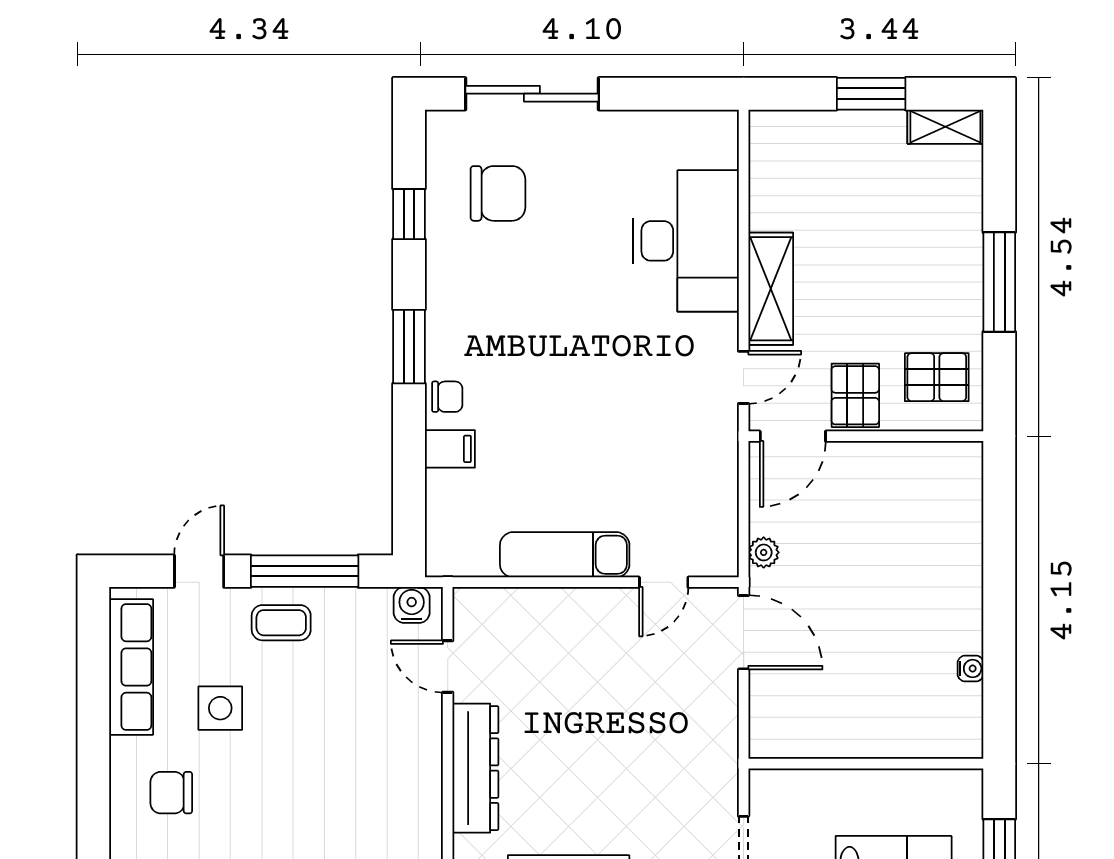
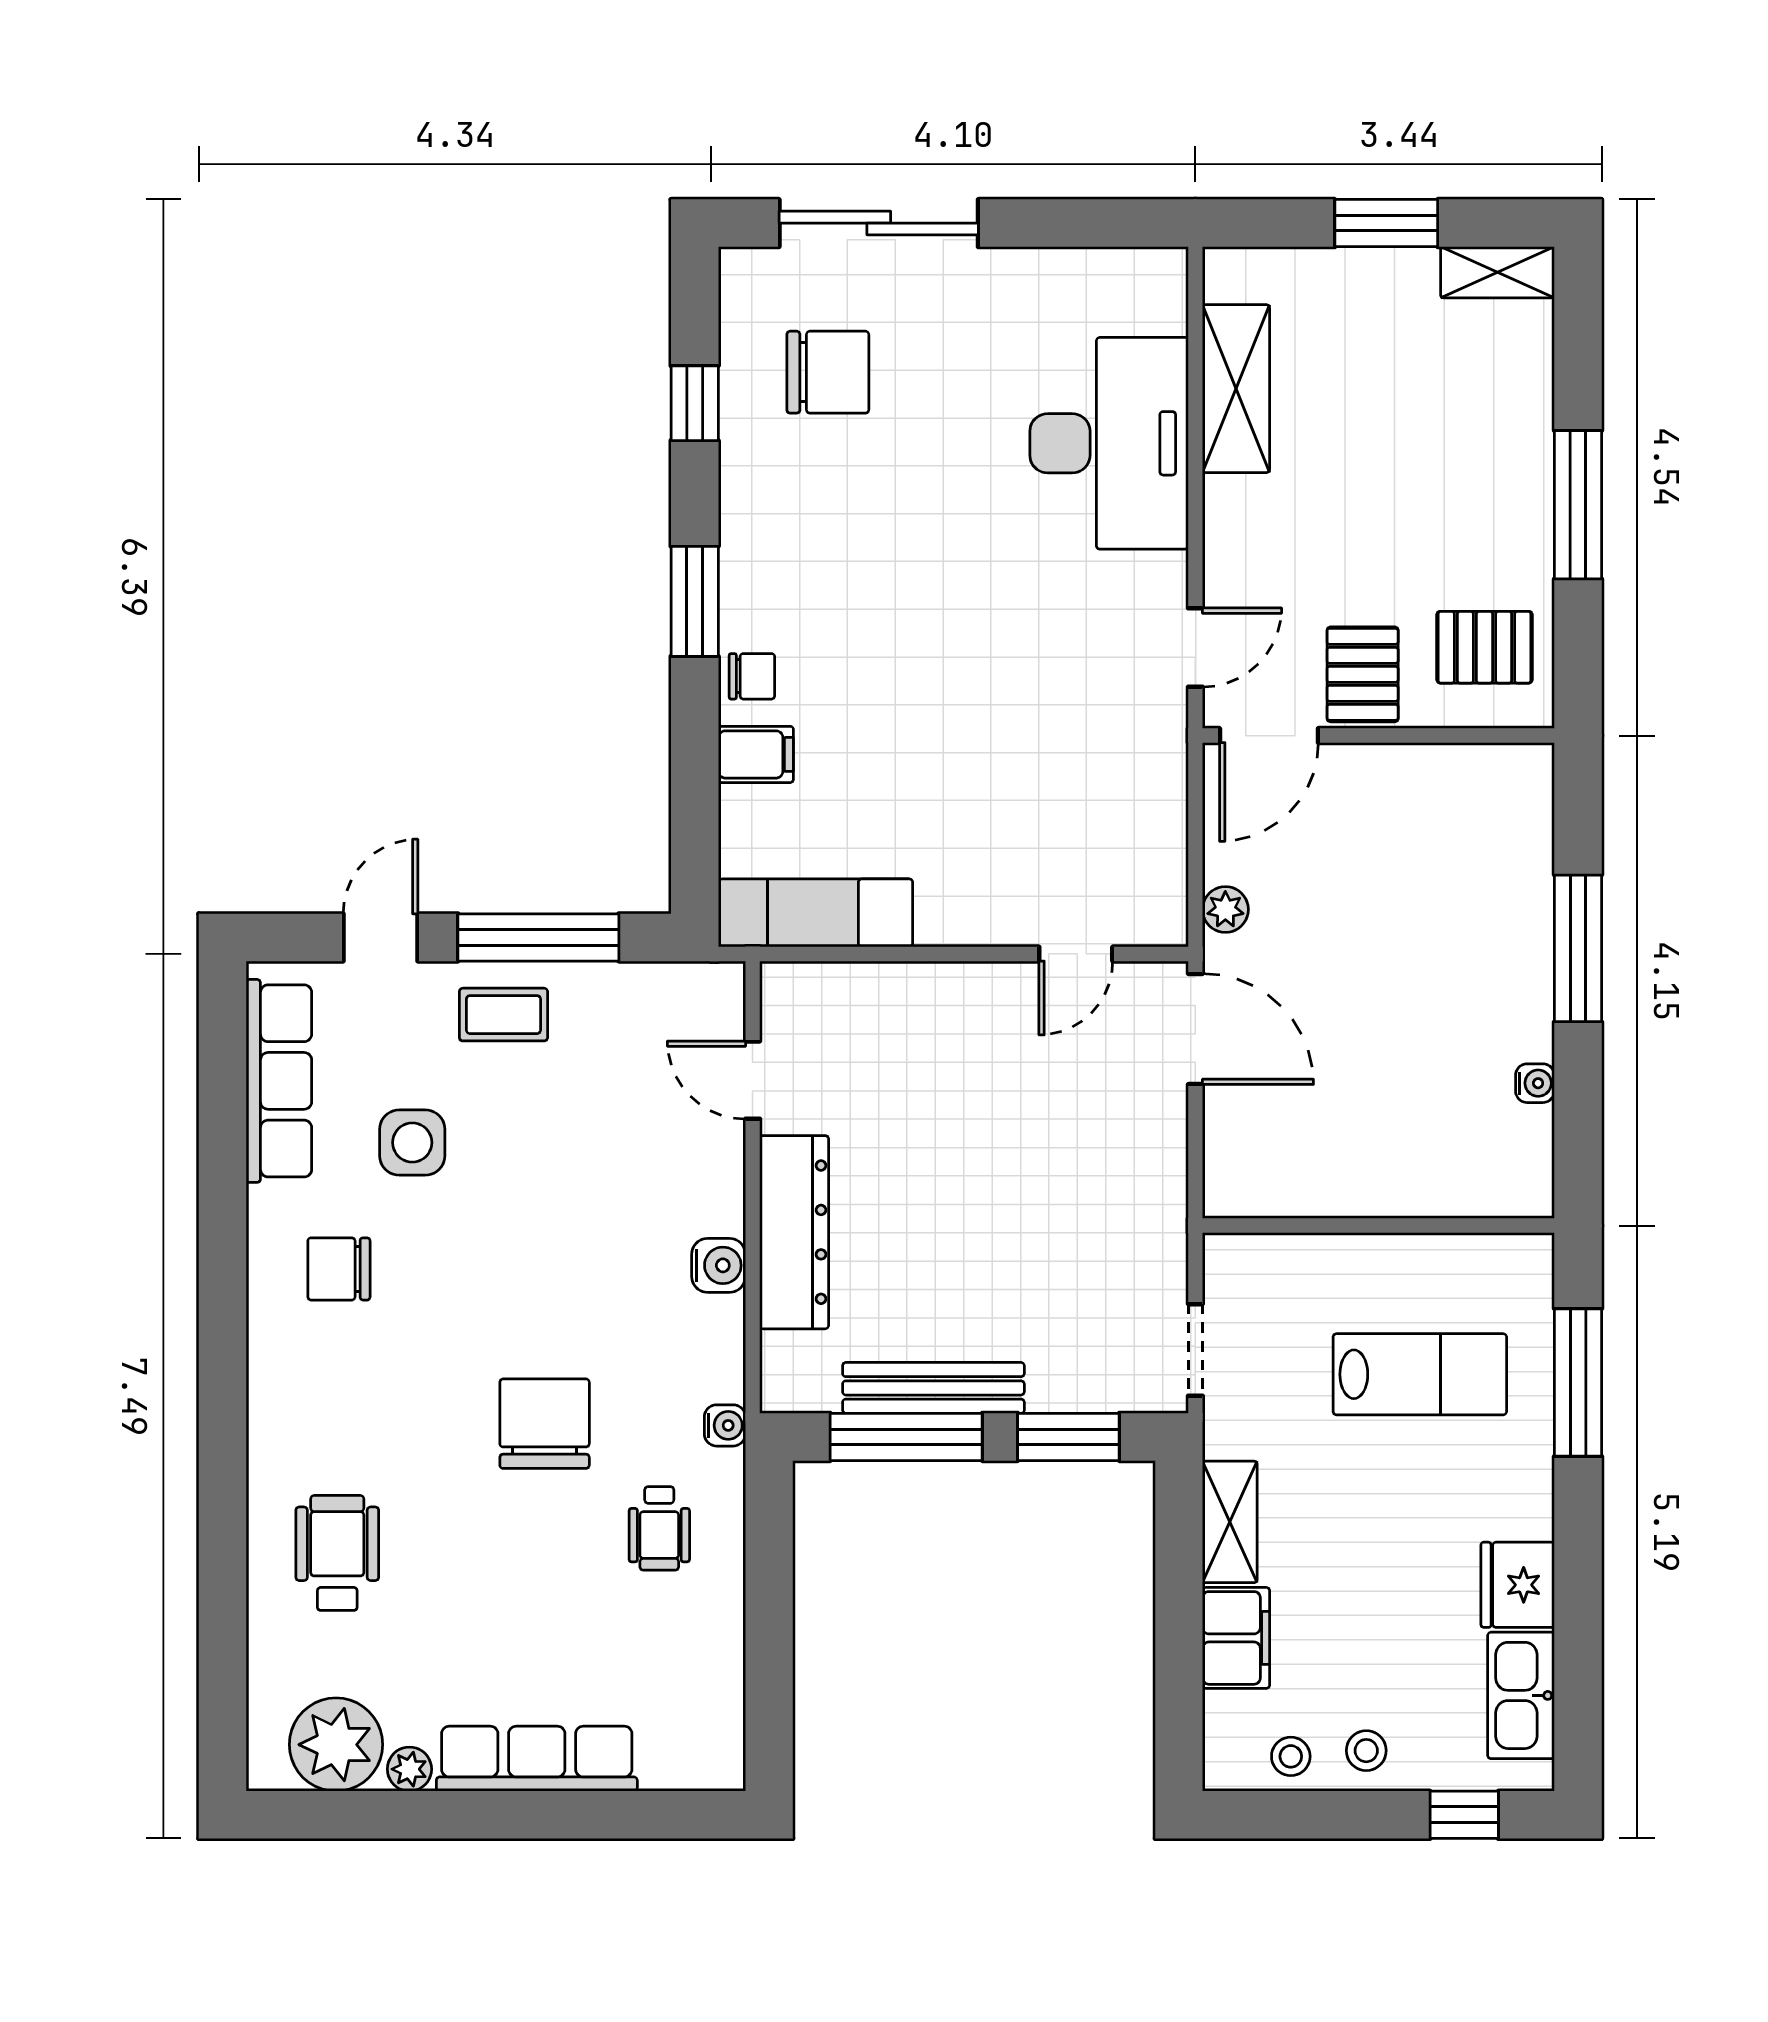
shelving: (771, 289) -> (1236, 389), moved
exam couch: (565, 555) -> (816, 913), moved
window: (999, 578) -> (1578, 948), added
water cooler: (412, 605) -> (719, 1265), moved, turned 90

